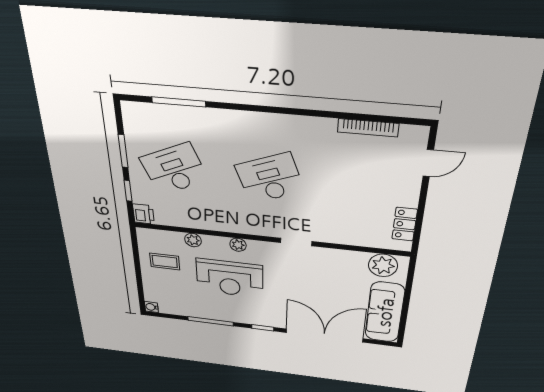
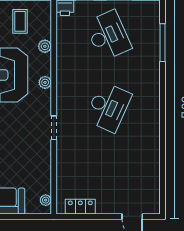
bookcase: (368, 128) -> (155, 174), removed
desk: (270, 178) -> (108, 107), turned 45
plant: (383, 265) -> (46, 200), width x0.53, depth x0.53

